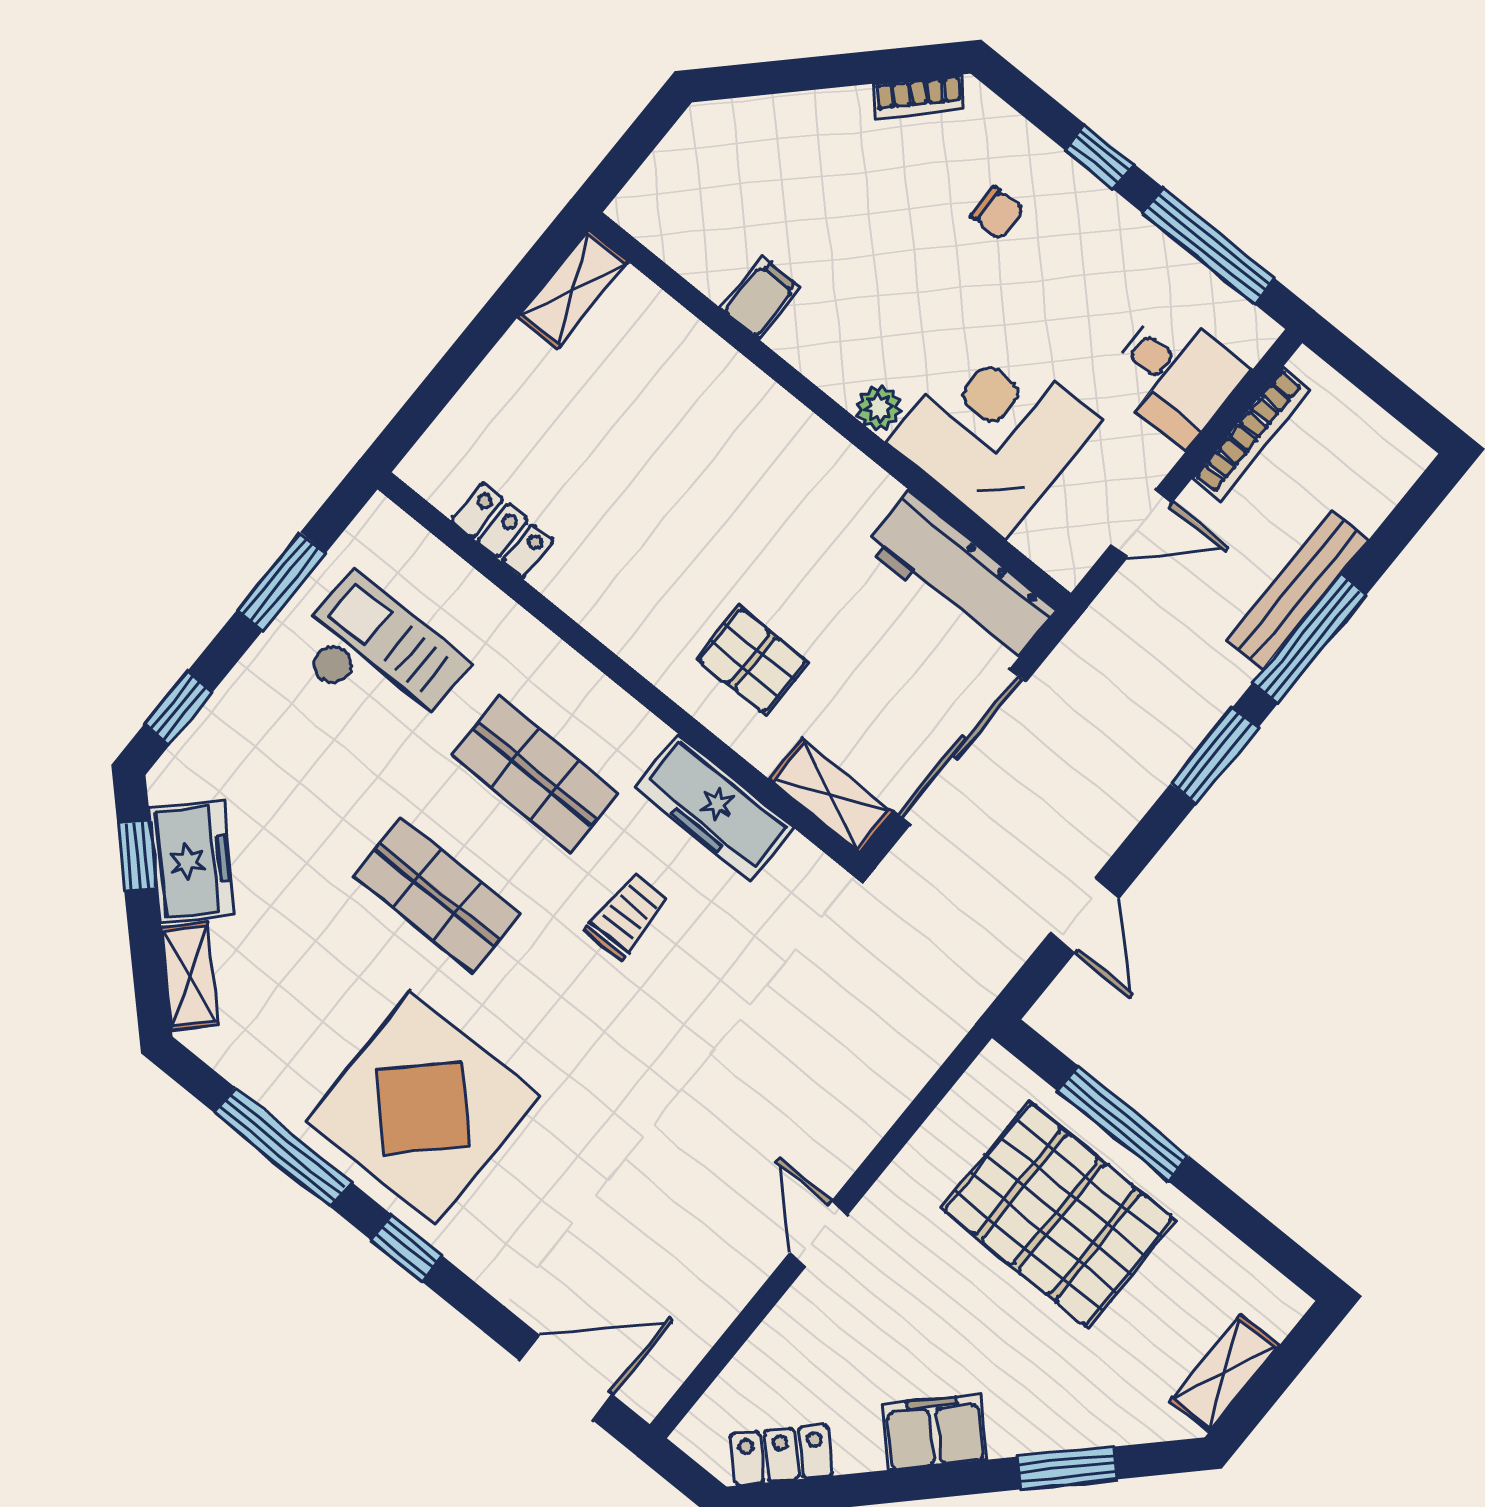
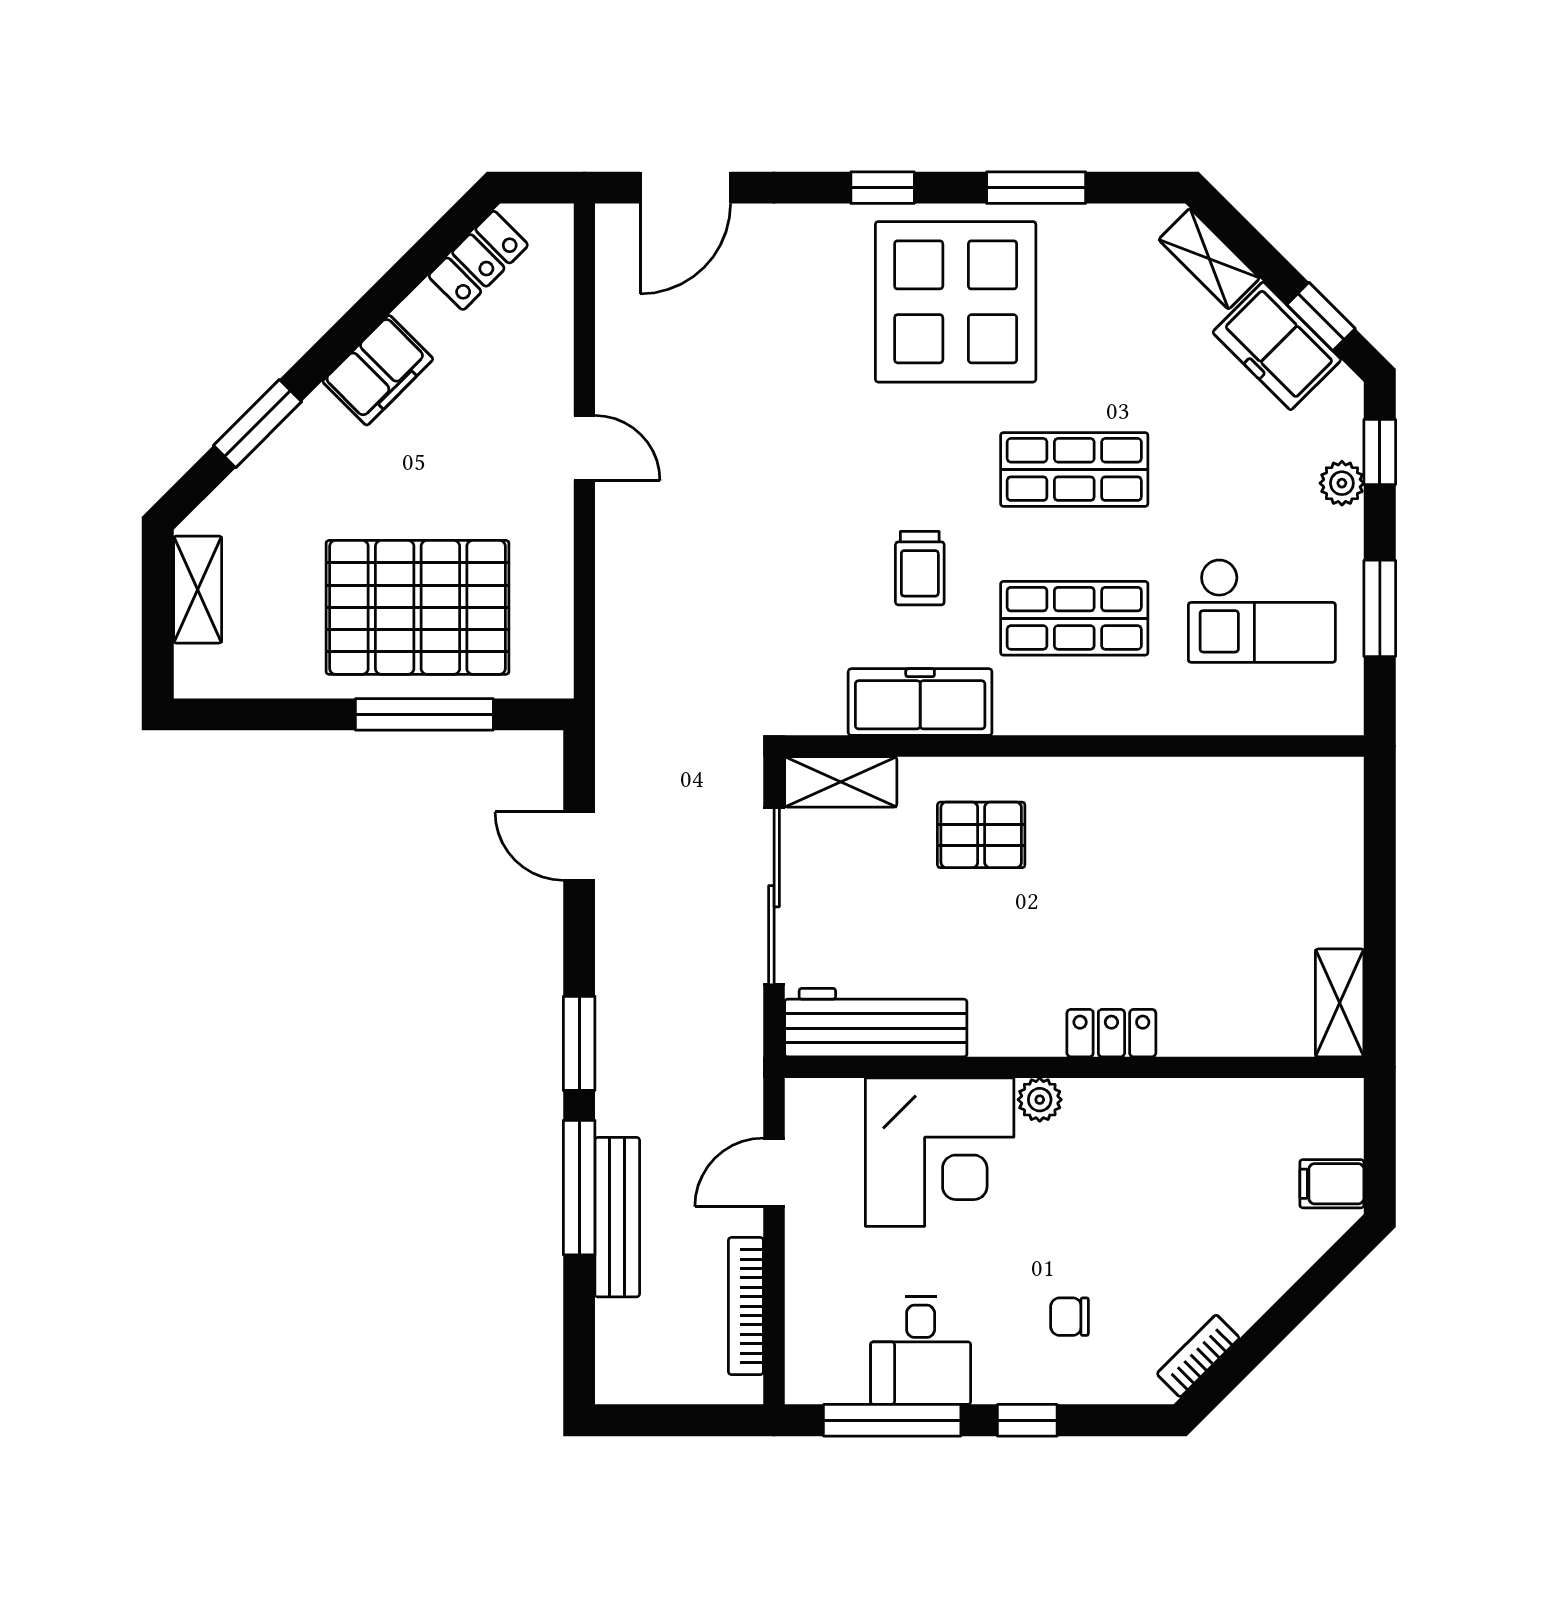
filing cabinet: (761, 298) -> (1332, 1184), moved, turned 90
desk: (1175, 375) -> (921, 1350), moved, turned -90
locker: (503, 531) -> (1111, 1033), moved, turned 180
plant: (230, 708) -> (1342, 483), added
window: (283, 1147) -> (1036, 188), width x0.69

